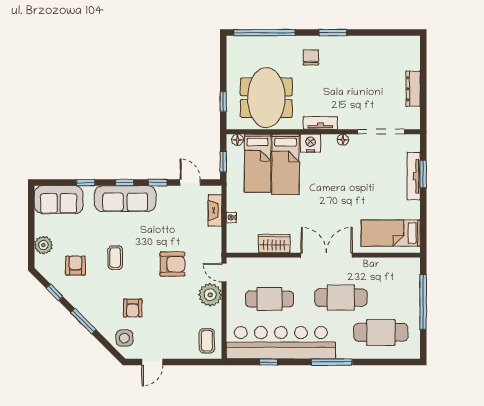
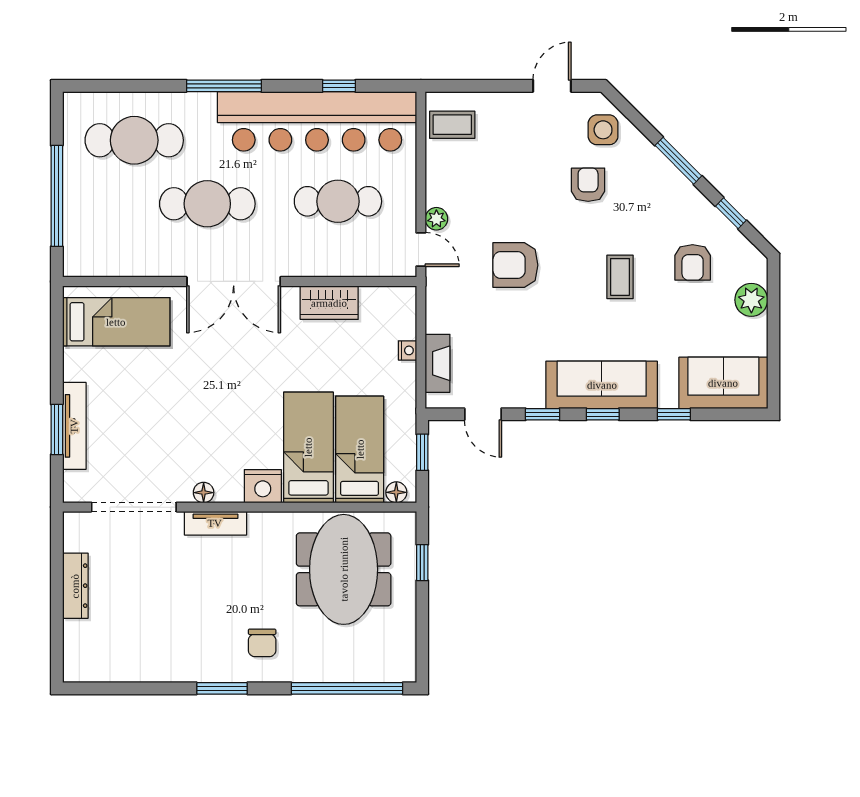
tv unit: (320, 123) -> (215, 523), moved
plant: (210, 295) -> (436, 219), width x0.53, depth x0.53
coffee table: (207, 341) -> (452, 125), turned 90

